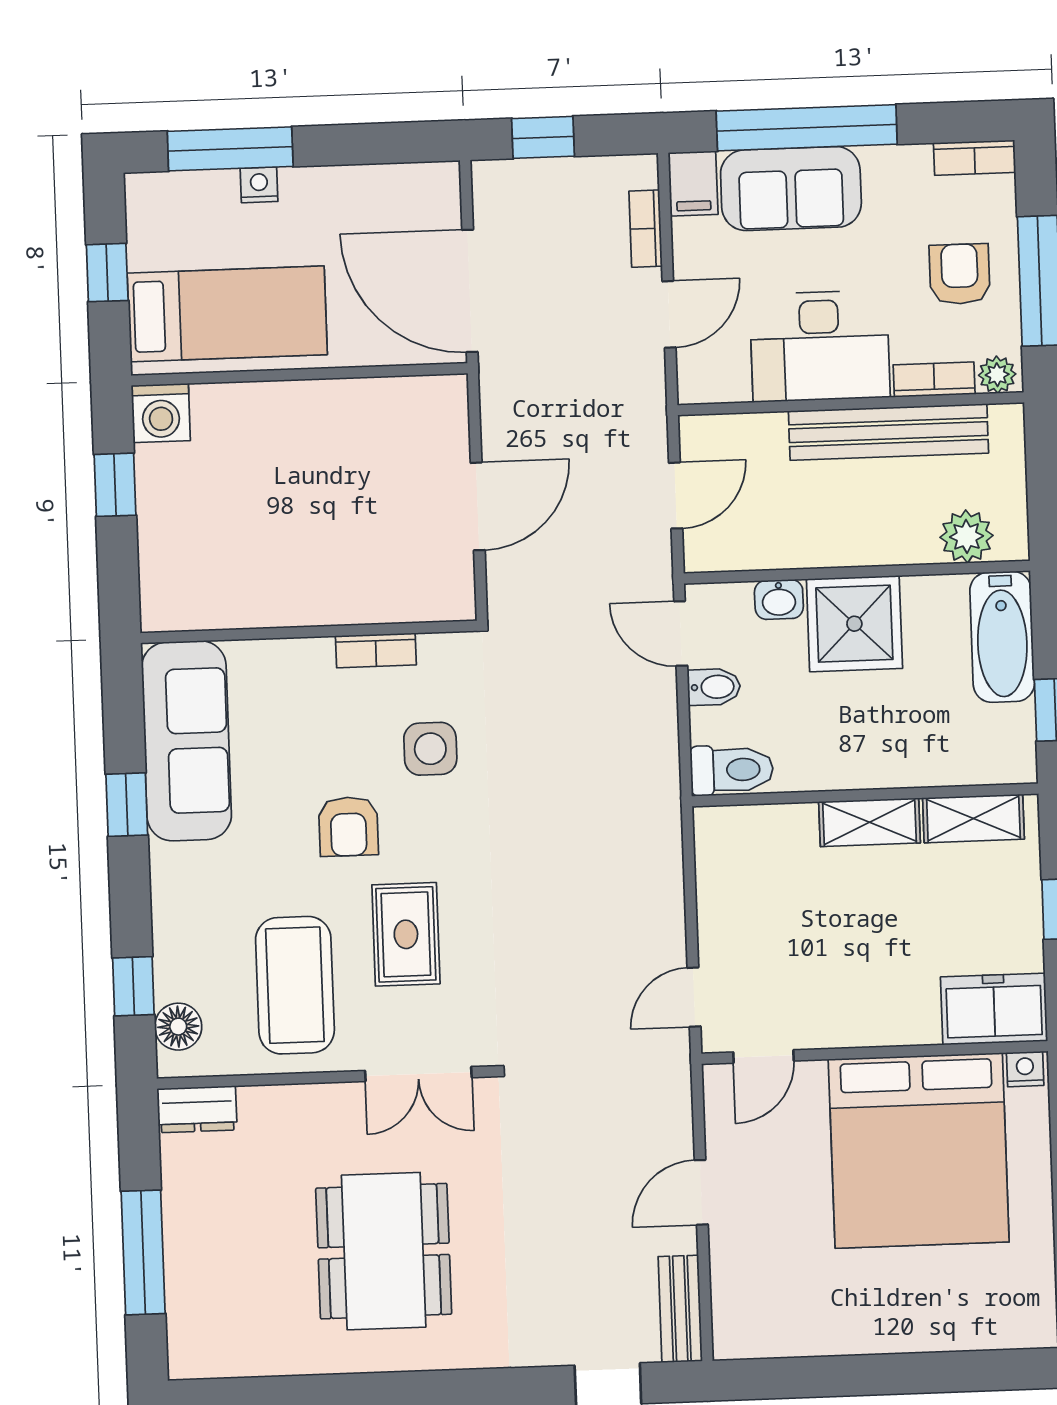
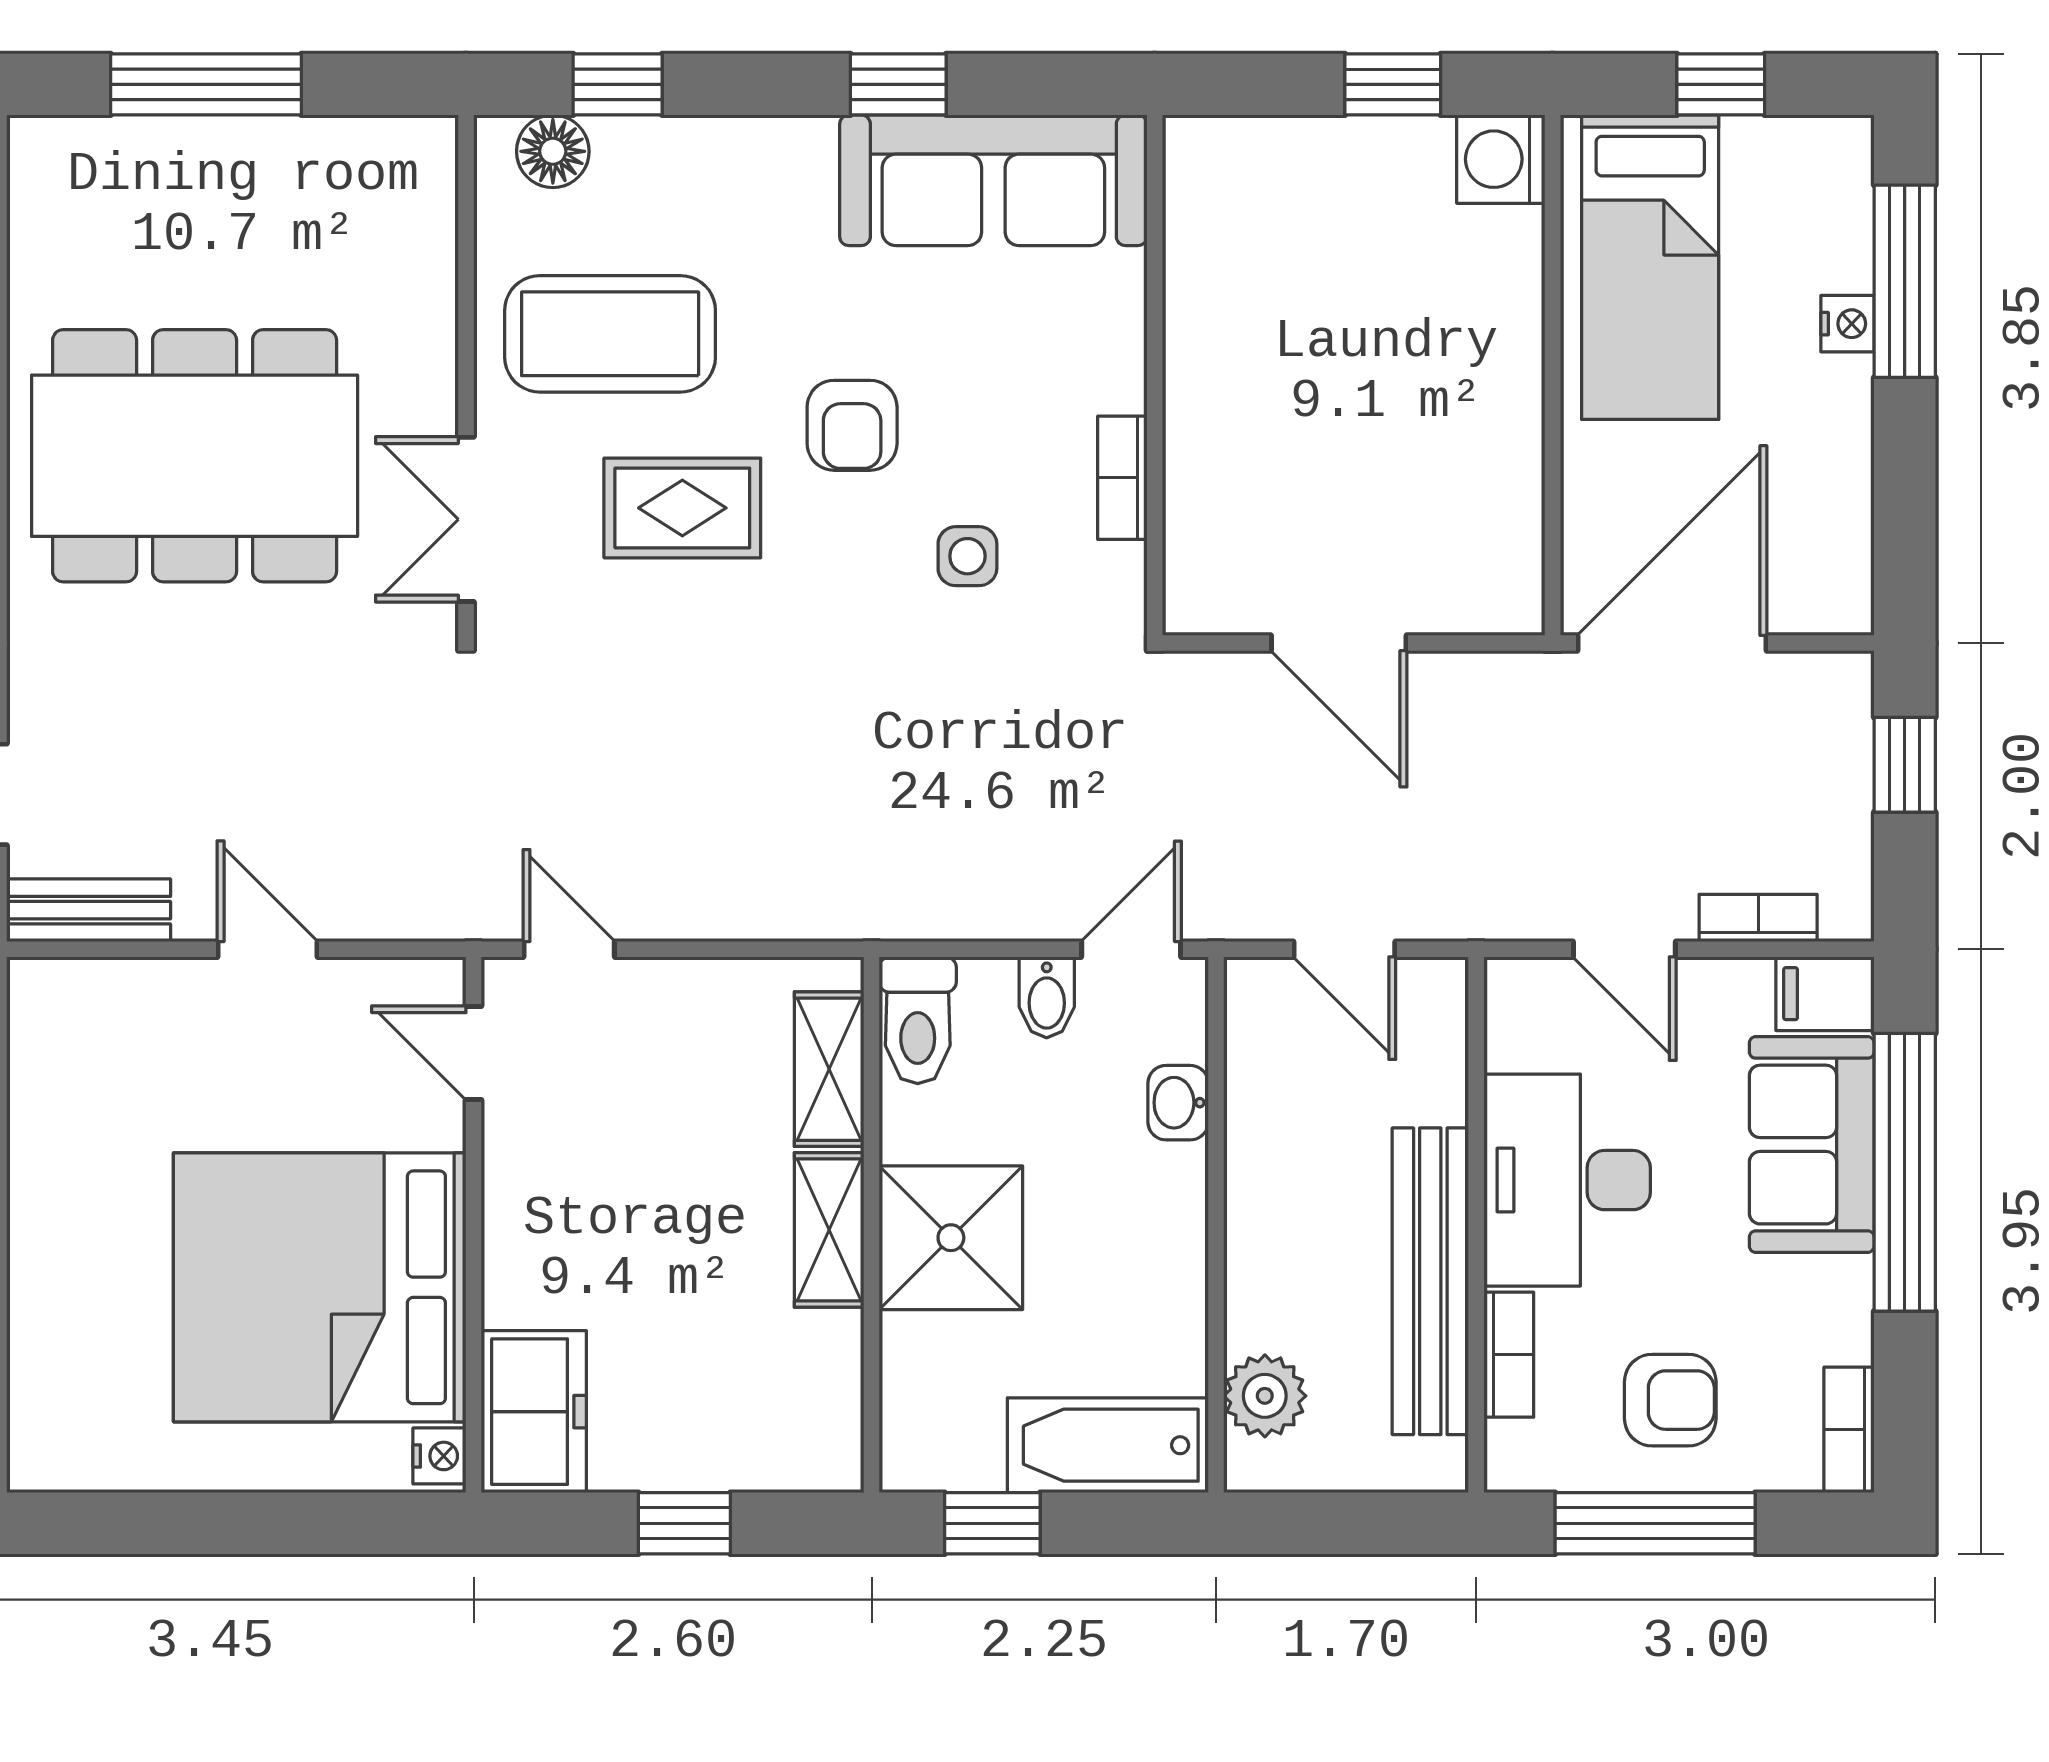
plant: (997, 375) -> (1513, 1452), removed
shower: (854, 624) -> (951, 1238), moved
side table: (430, 749) -> (967, 556), width x0.73, depth x0.73
shelving: (973, 818) -> (829, 1069), moved
armchair: (348, 826) -> (852, 425), turned -90
dresser: (197, 1109) -> (424, 176), removed
dining table: (384, 1251) -> (195, 456), width x1.36, depth x1.24

